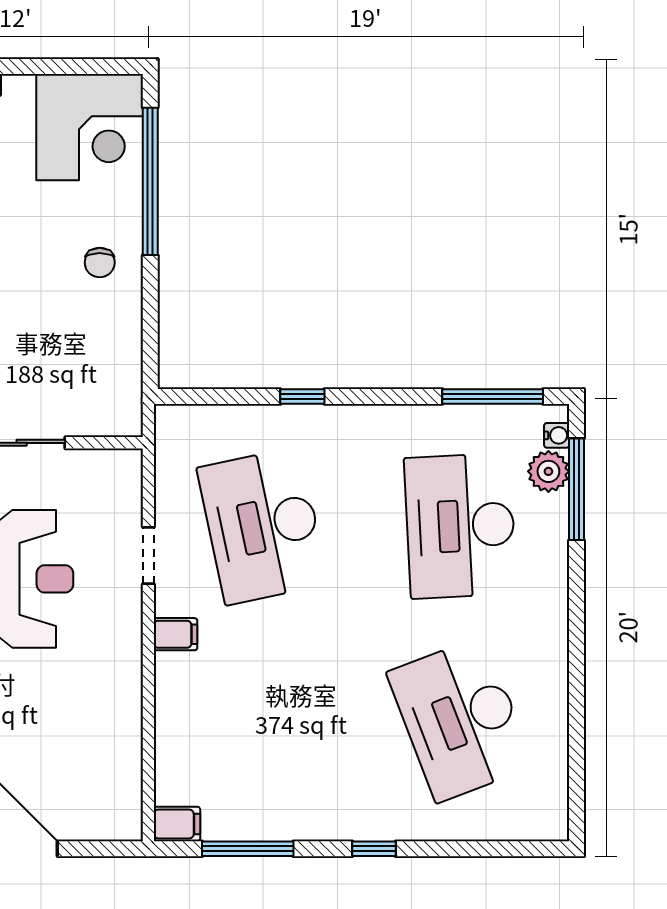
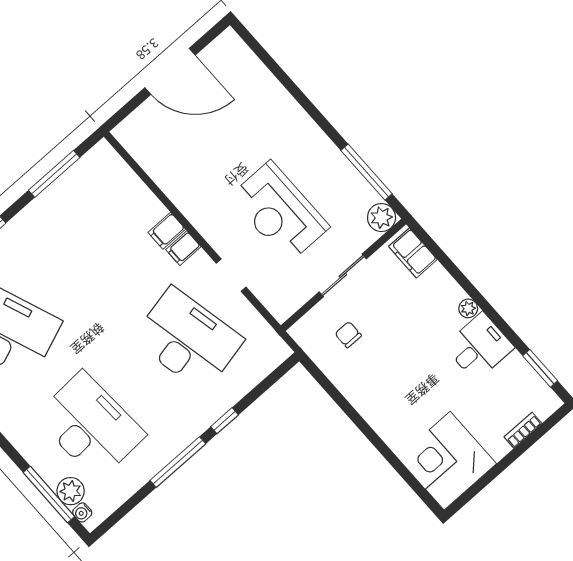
window: (150, 181) -> (393, 460), removed
chair: (100, 263) -> (348, 335), moved
window: (493, 396) -> (178, 462), moved
filing cabinet: (177, 824) -> (167, 231), moved

